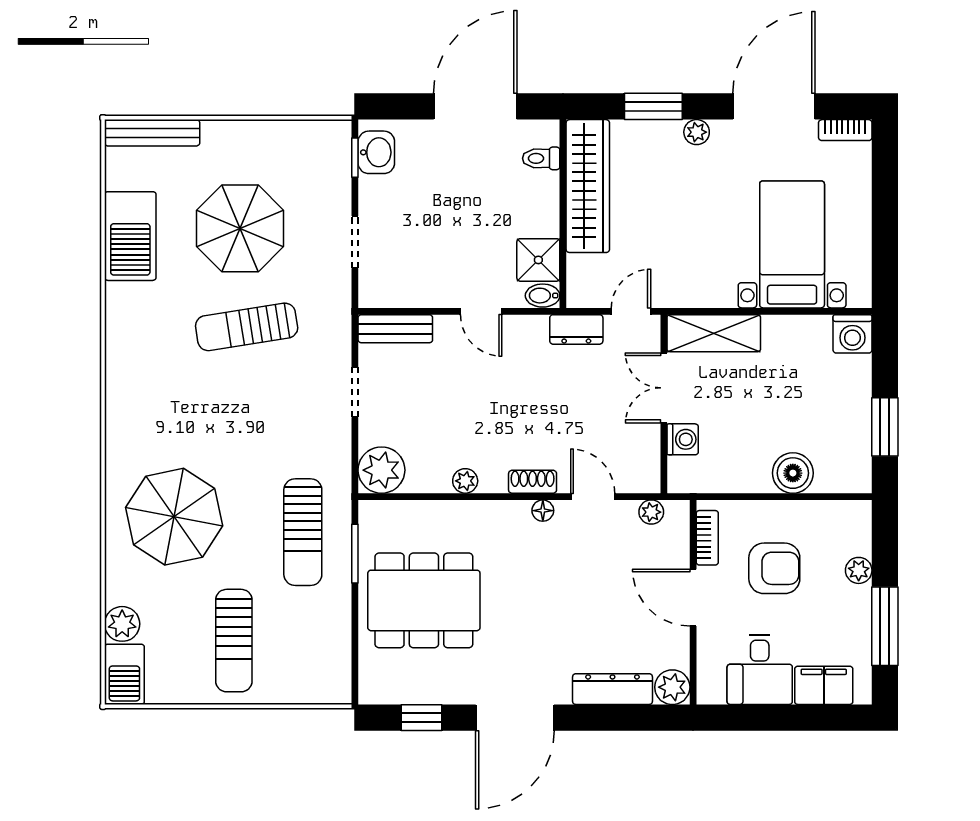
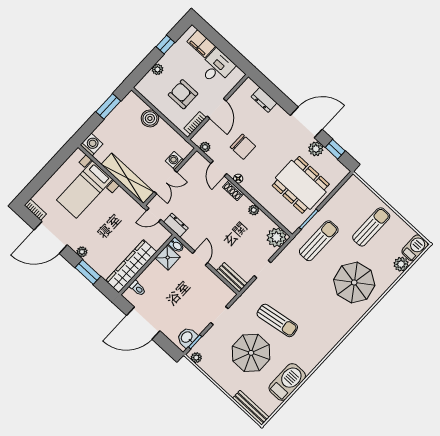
plant: (328, 132) -> (196, 358), added
shelving: (714, 333) -> (128, 178), width x1.47
chair: (586, 574) -> (243, 147), added
window: (885, 626) -> (165, 45), width x0.46
plant: (672, 687) -> (316, 149), moved
dresser: (613, 689) -> (264, 100), width x0.70

